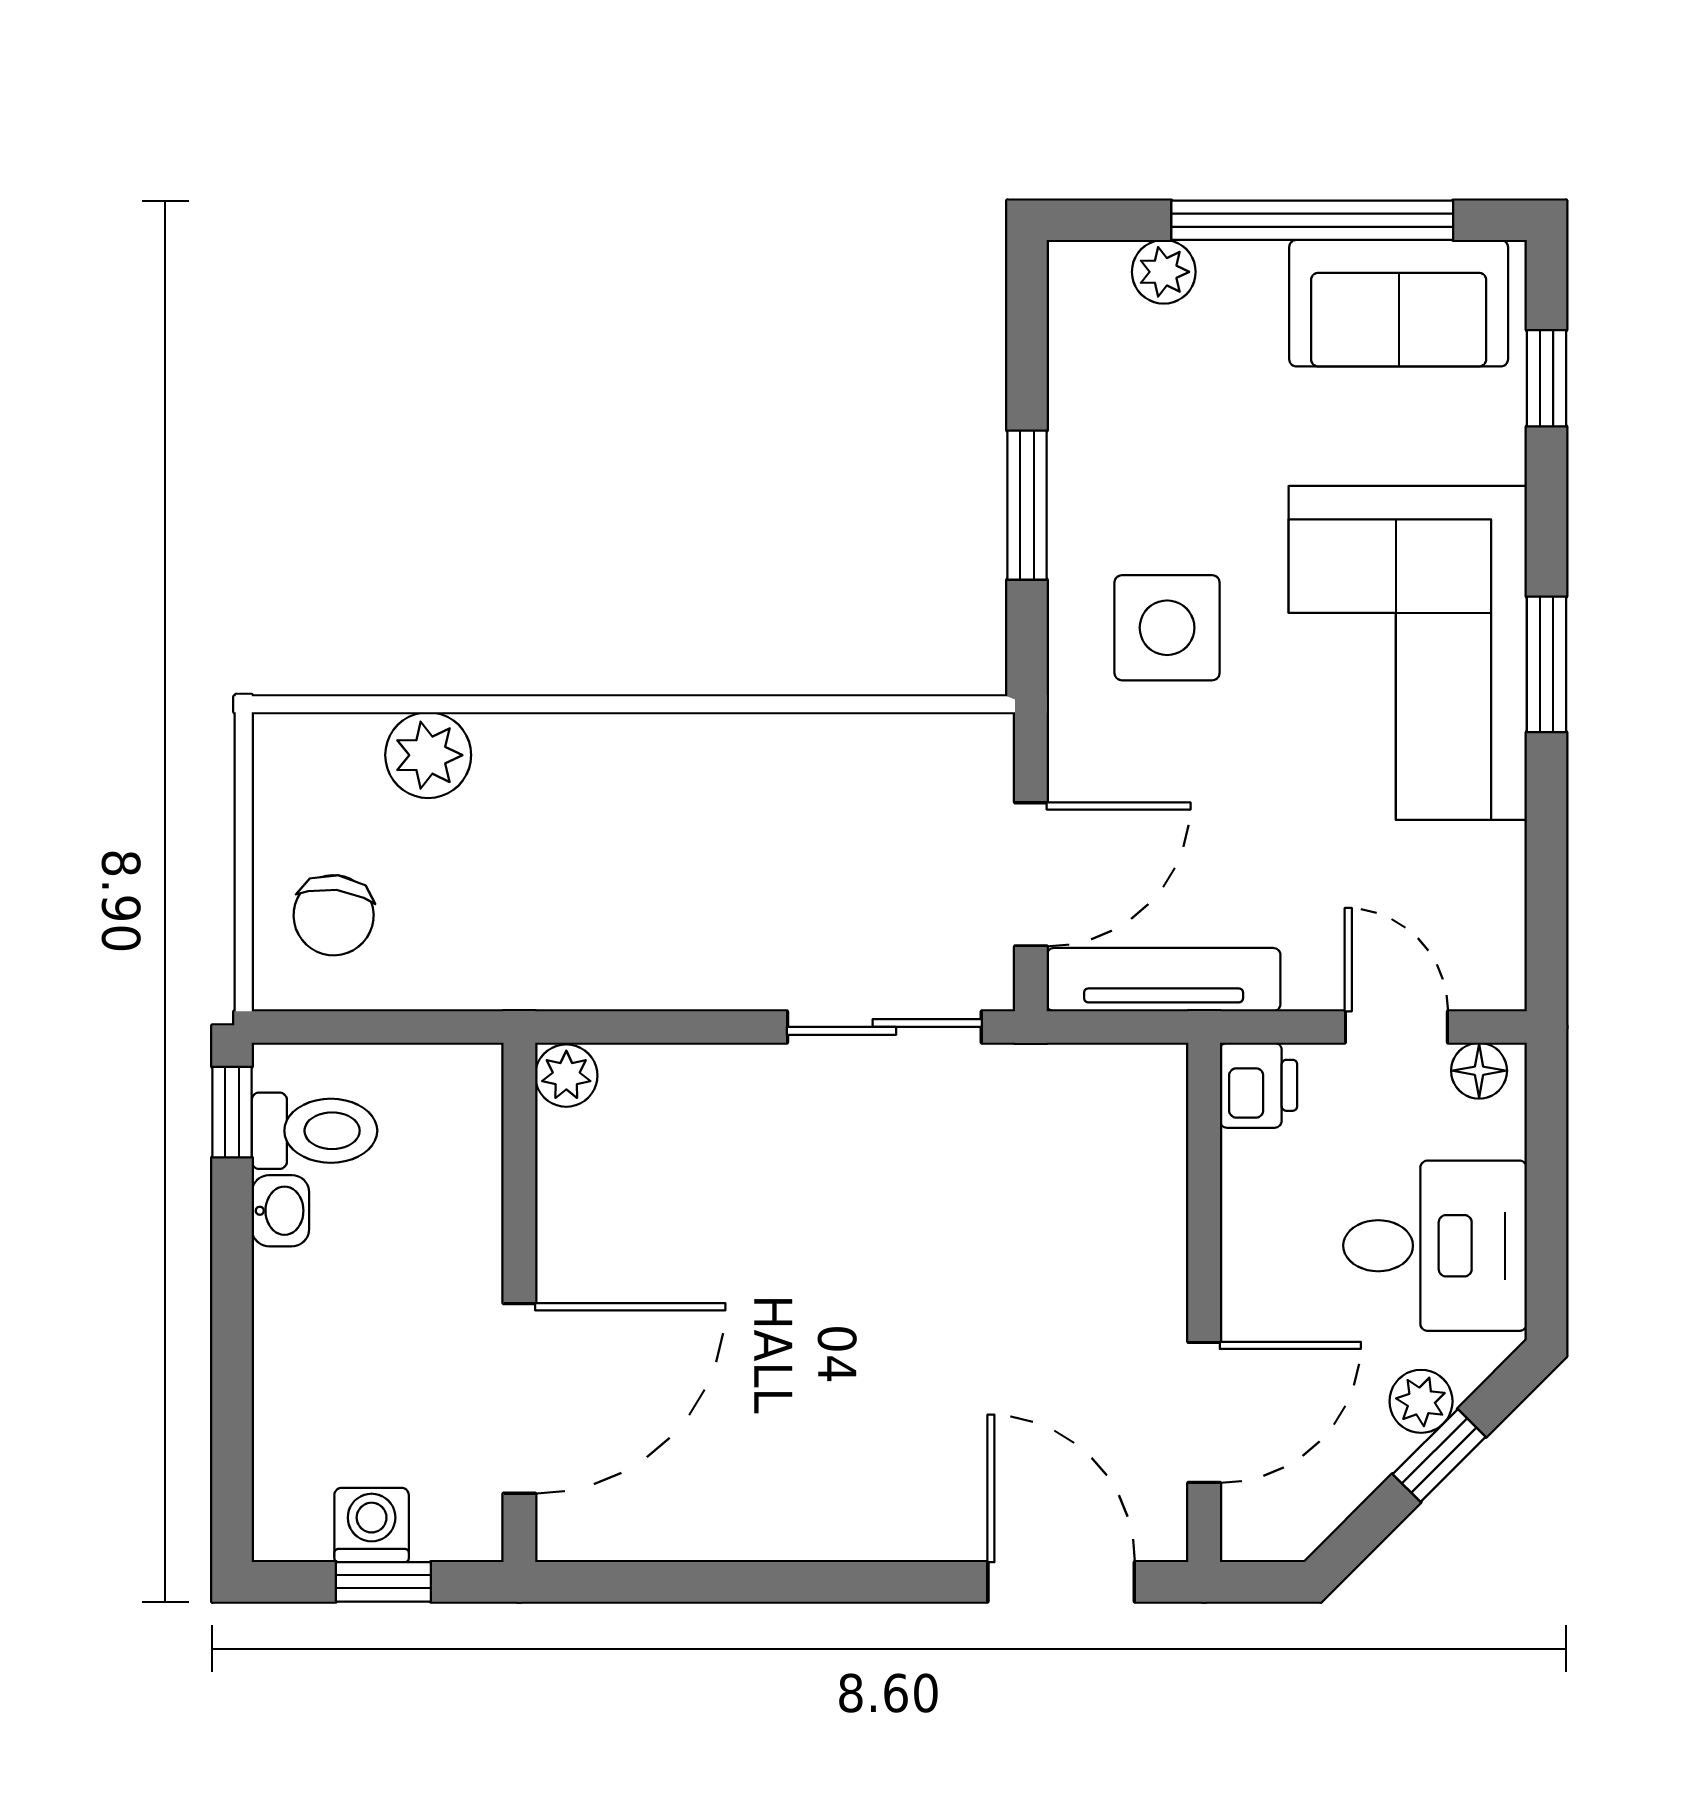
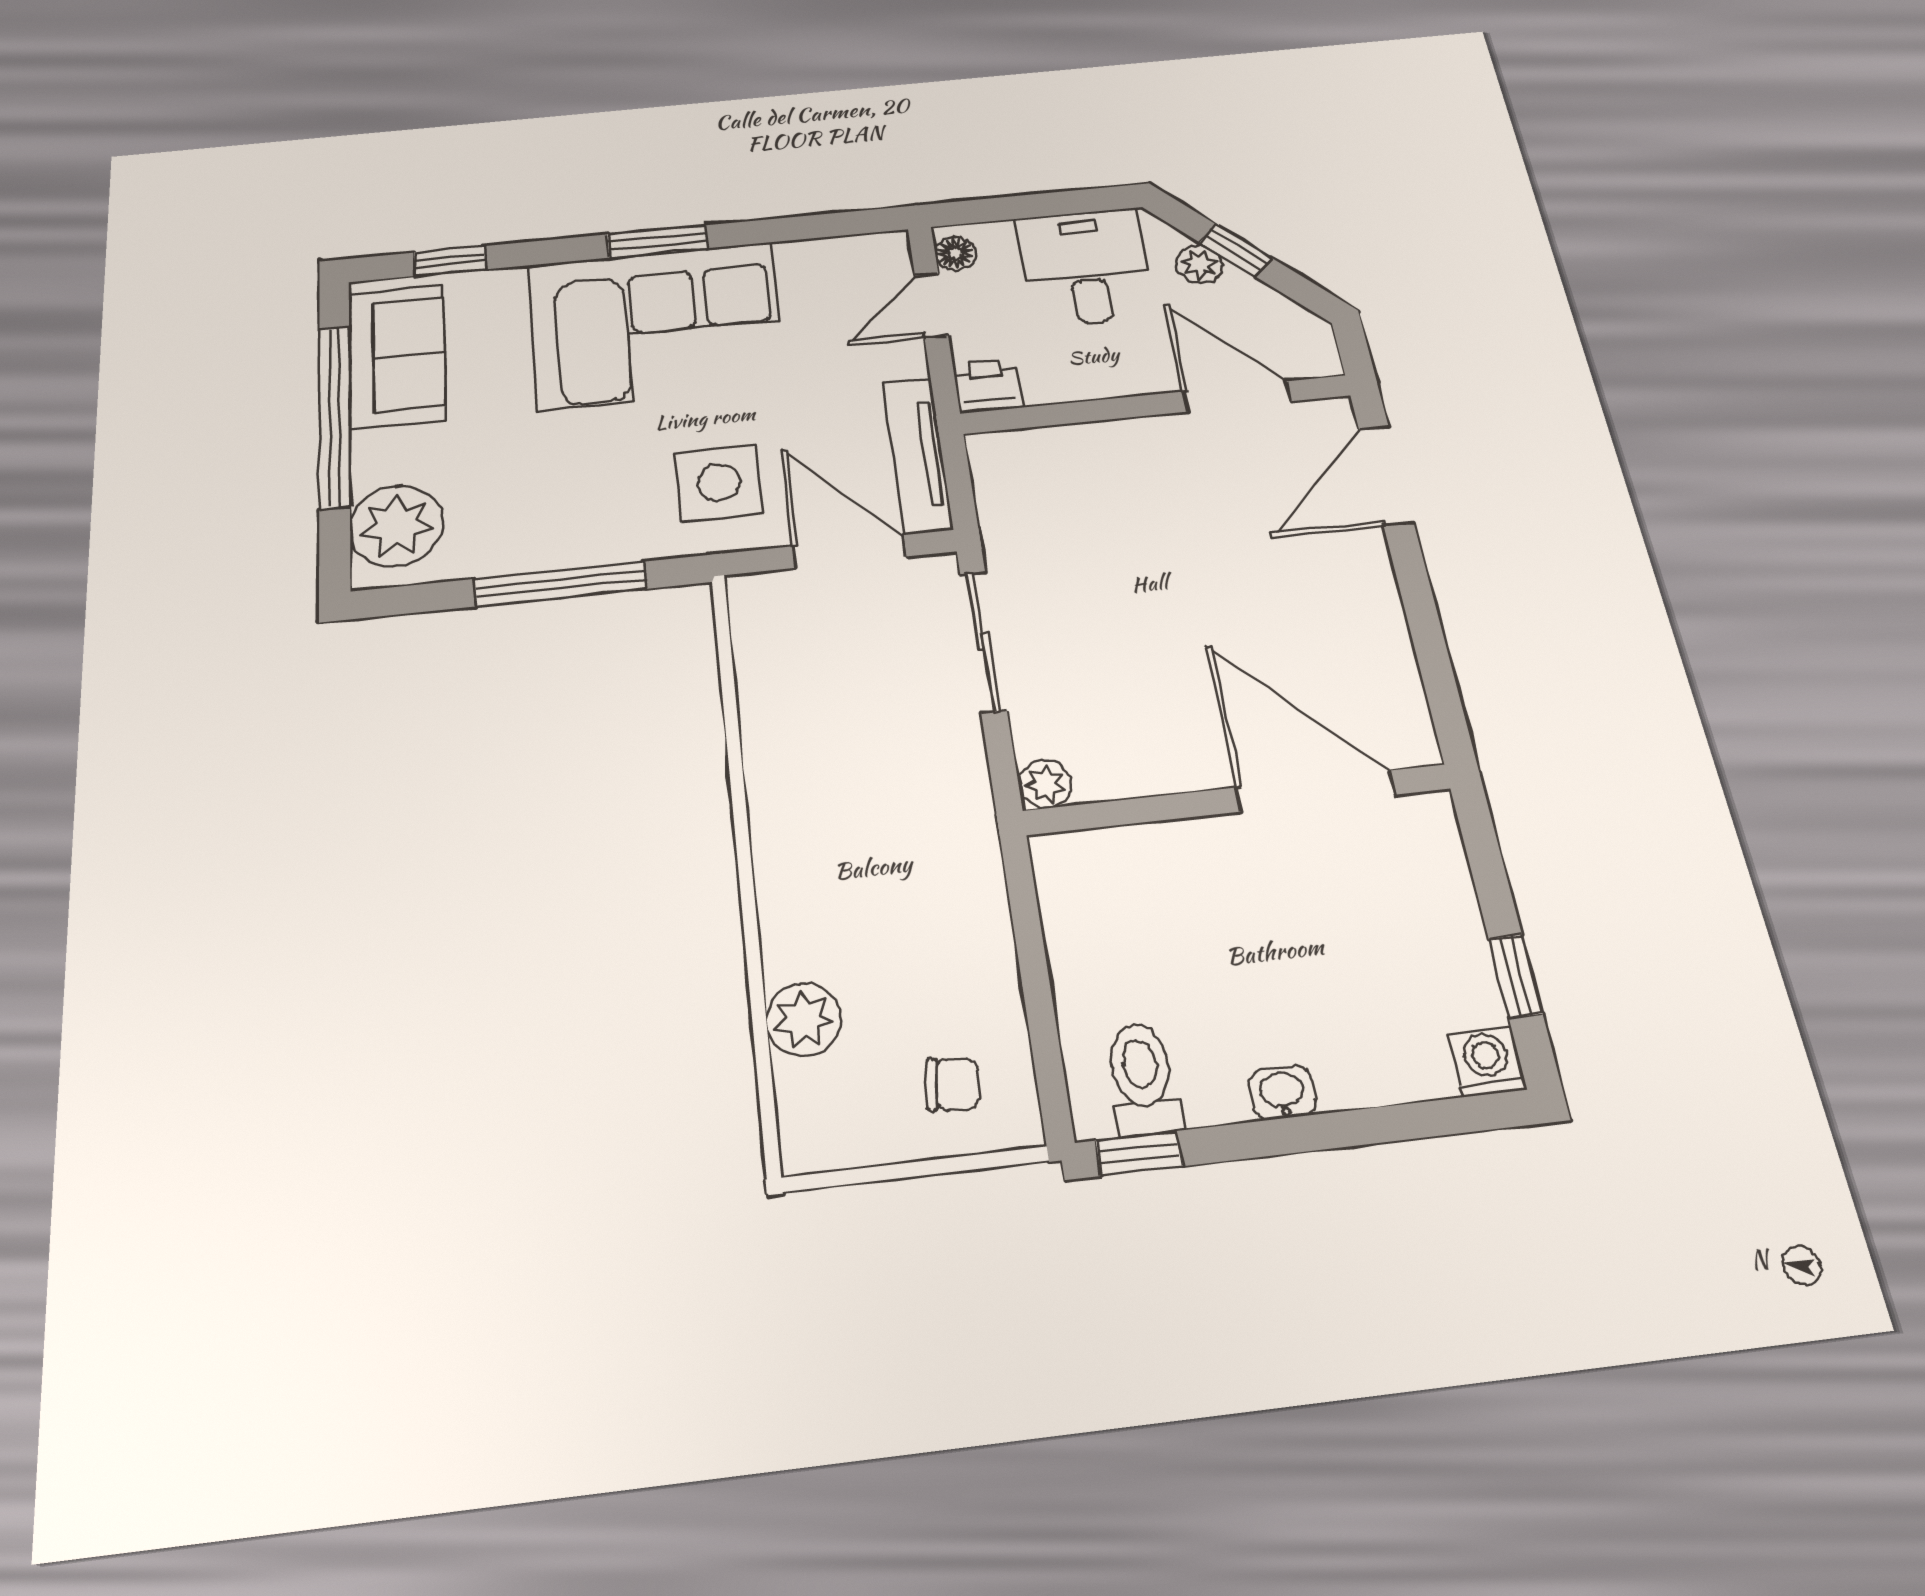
plant: (1164, 272) -> (397, 526), width x1.87, depth x1.87
window: (1027, 505) -> (561, 584), width x1.44
side table: (1167, 628) -> (719, 482), moved
chair: (334, 915) -> (952, 1084), width x0.73, depth x0.73
plant: (566, 1076) -> (1045, 784), moved
washbasin: (280, 1211) -> (1282, 1093), moved
wall: (519, 1302) -> (1237, 800), moved
door: (519, 1398) -> (1315, 791), moved
washing machine: (372, 1525) -> (1487, 1061), moved, turned 90

